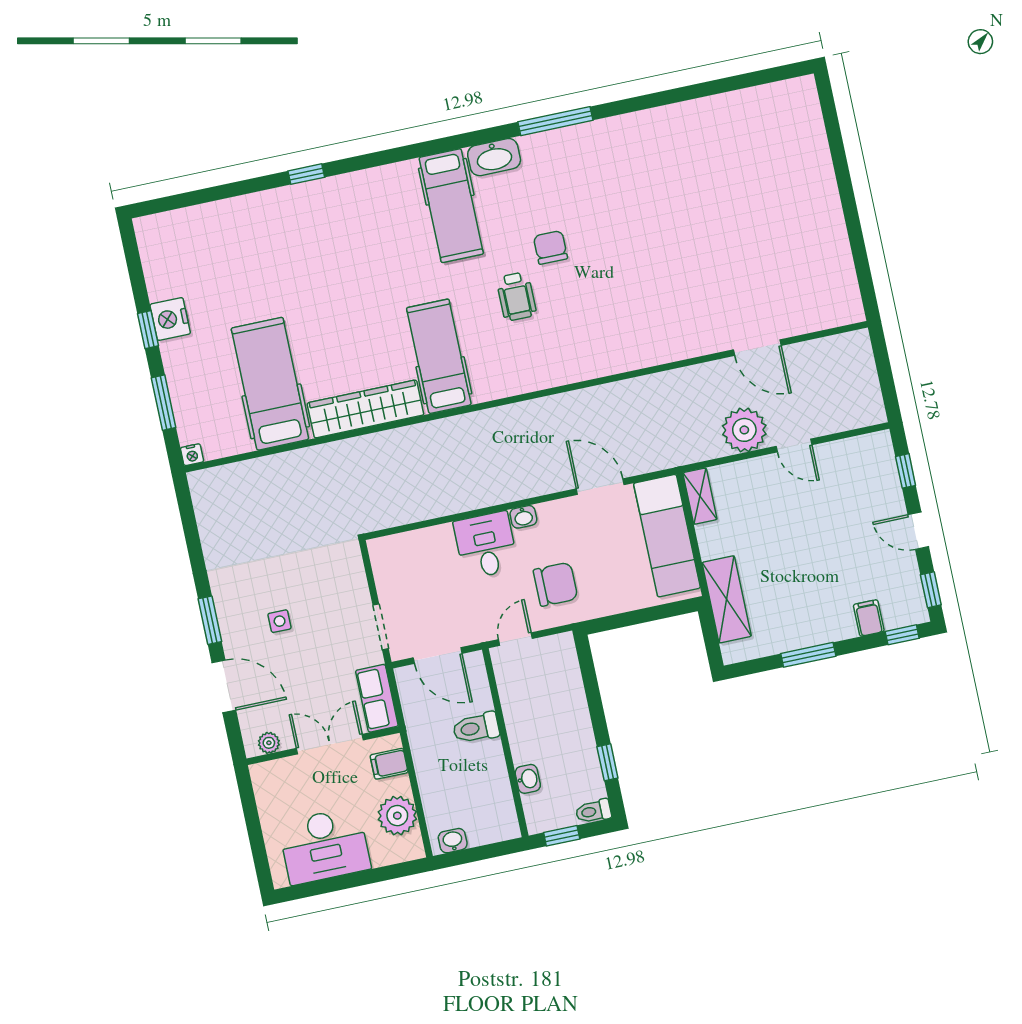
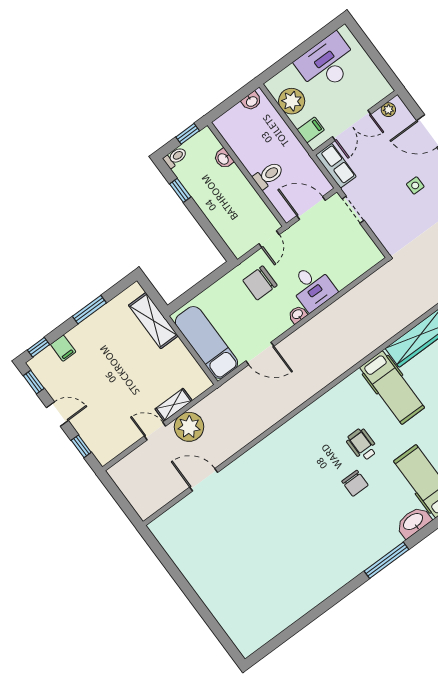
shelving: (700, 496) -> (174, 405), moved, turned 90

